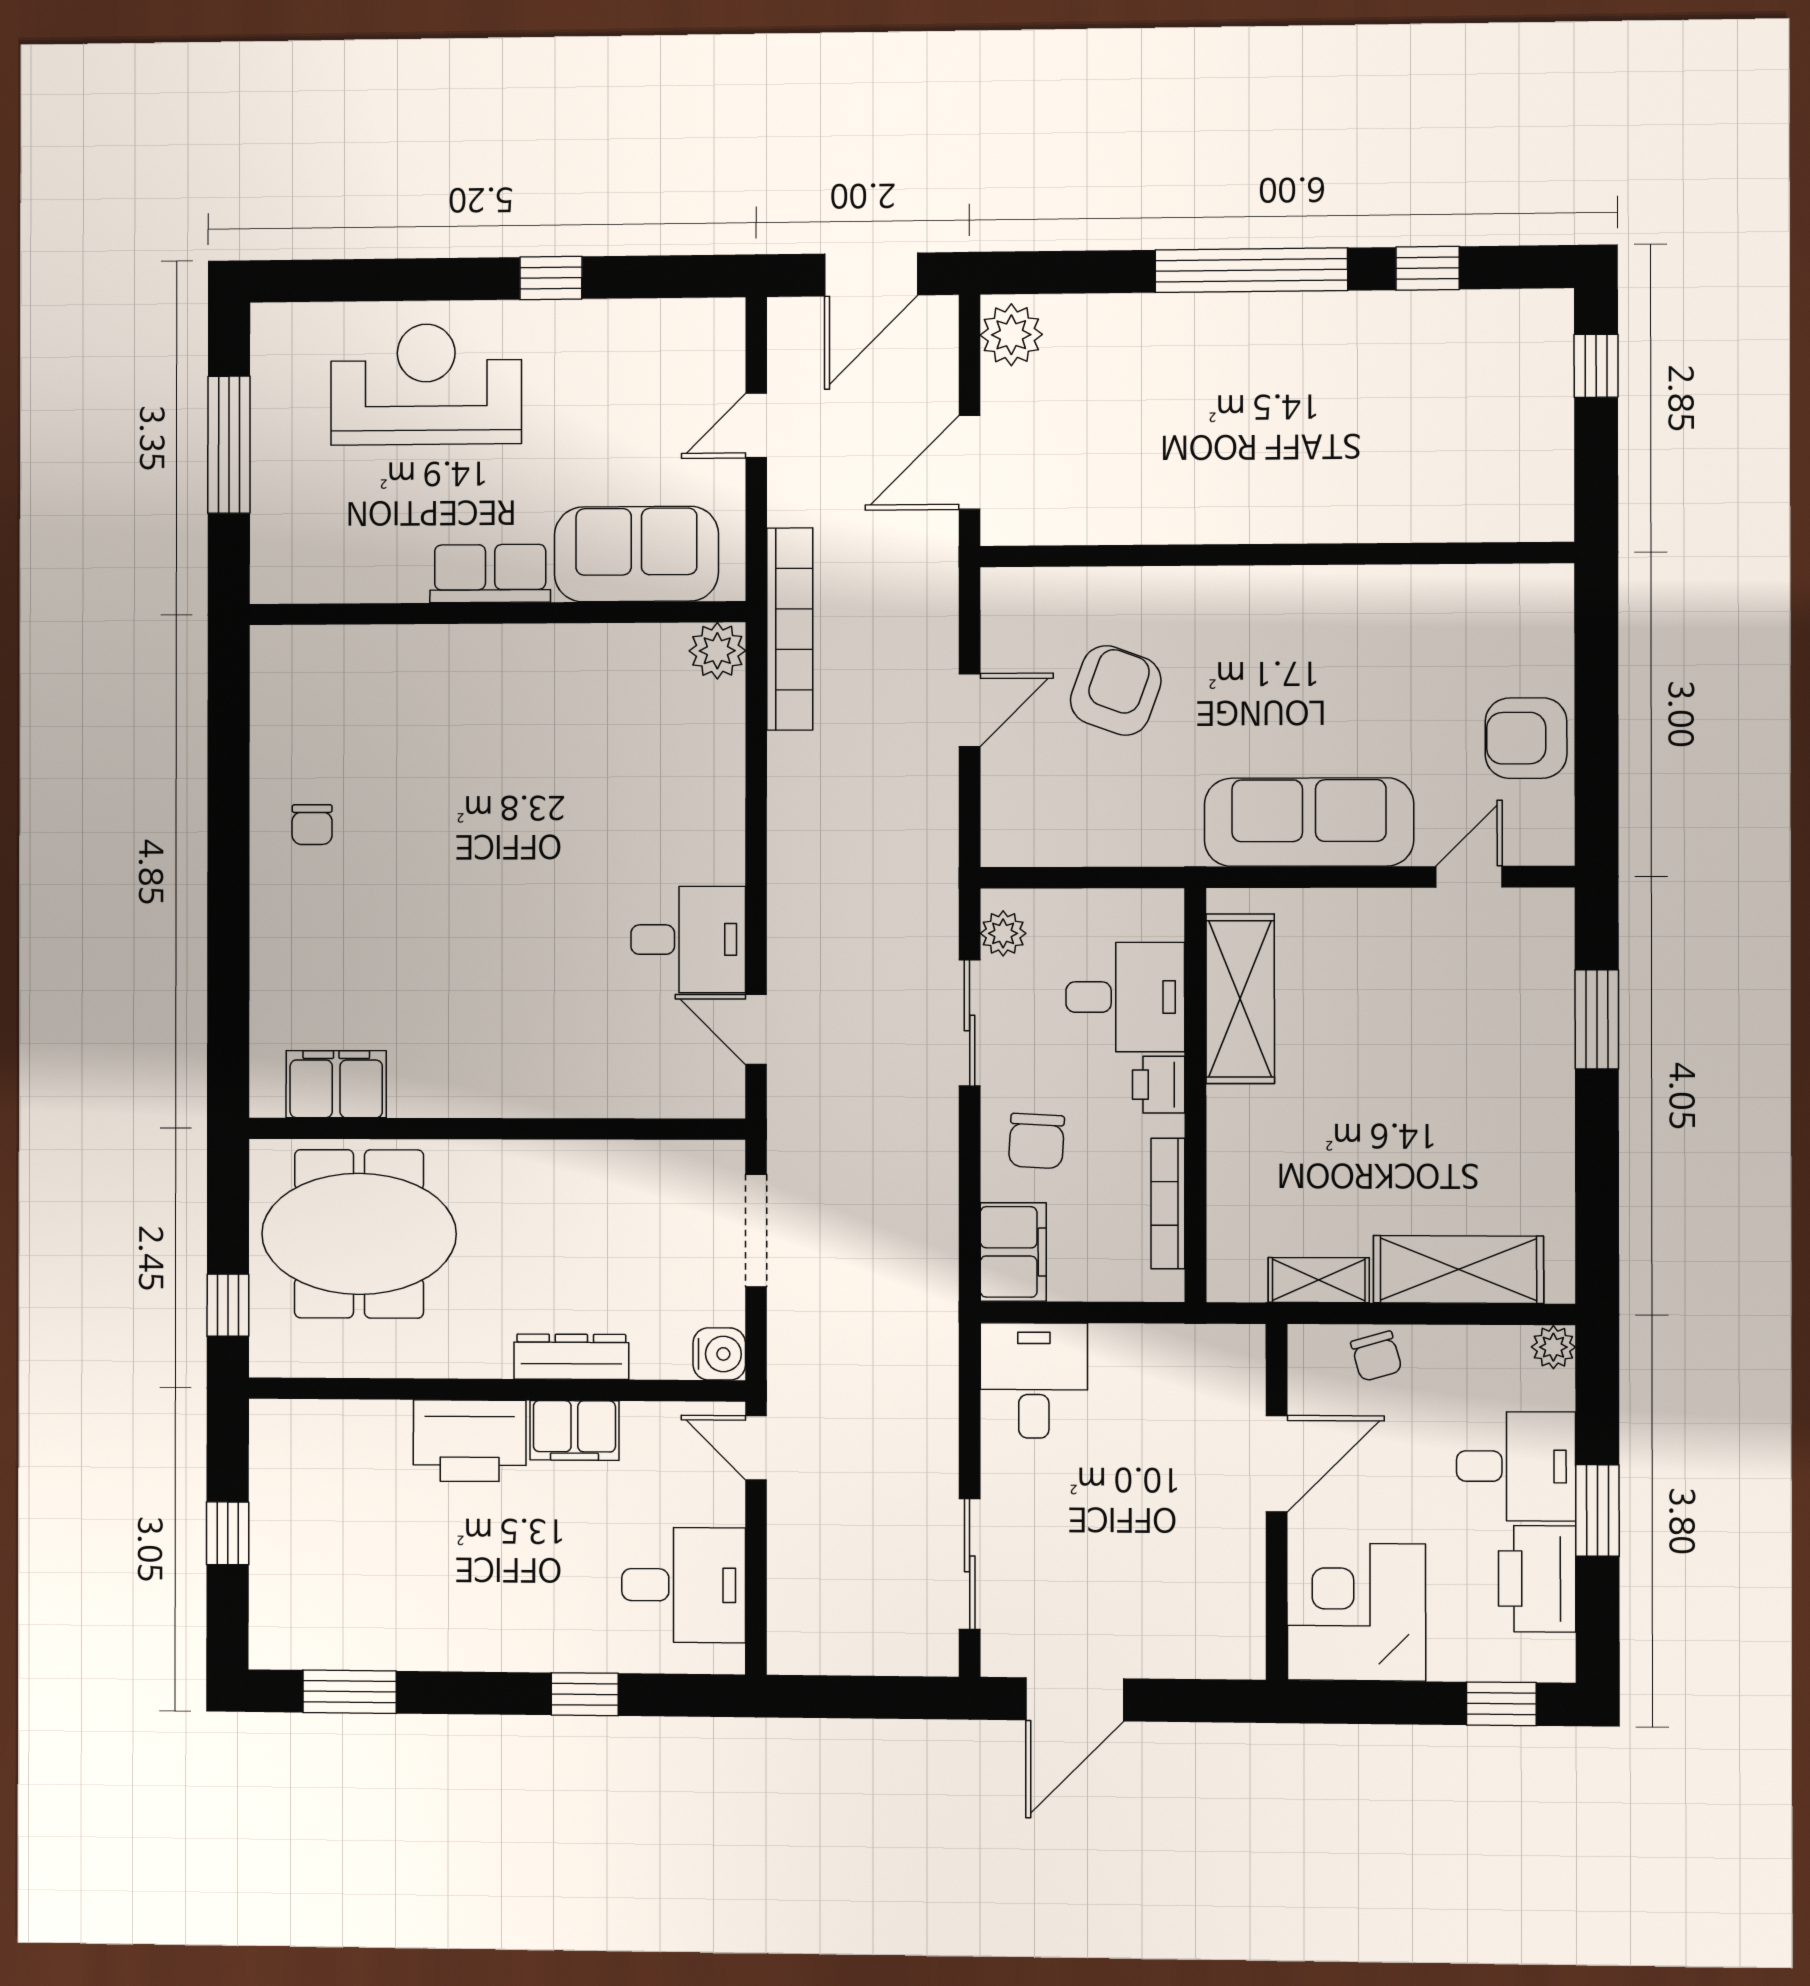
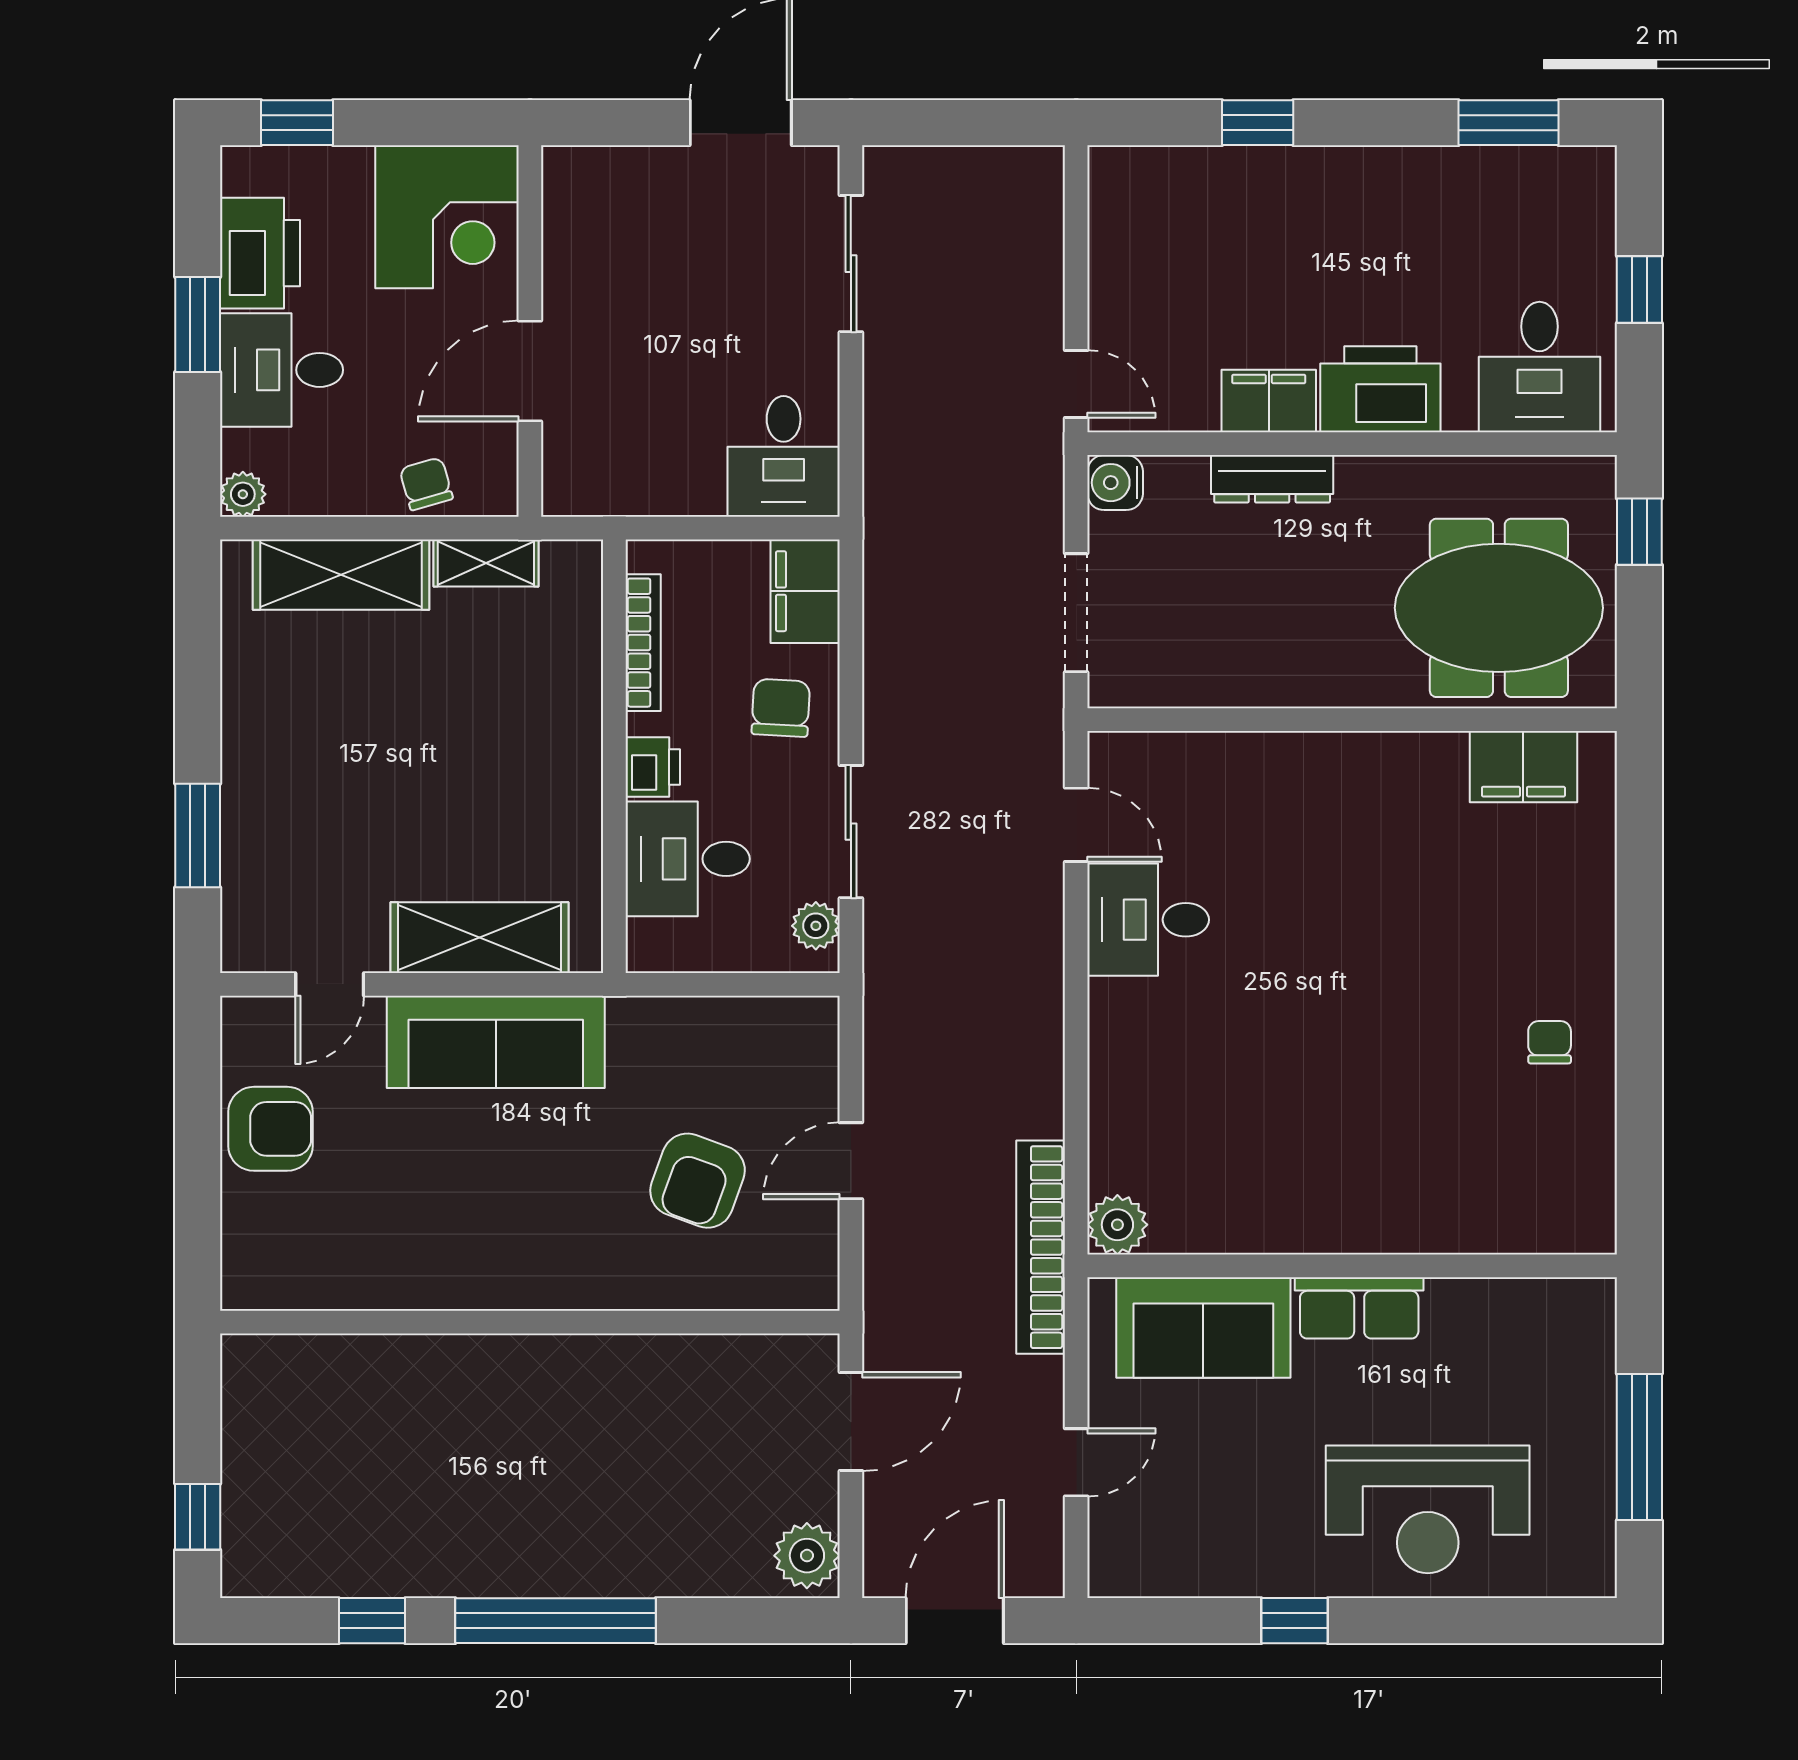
shelving: (1240, 999) -> (480, 938), moved, turned 90
desk: (684, 1585) -> (1539, 367), moved, turned -90

